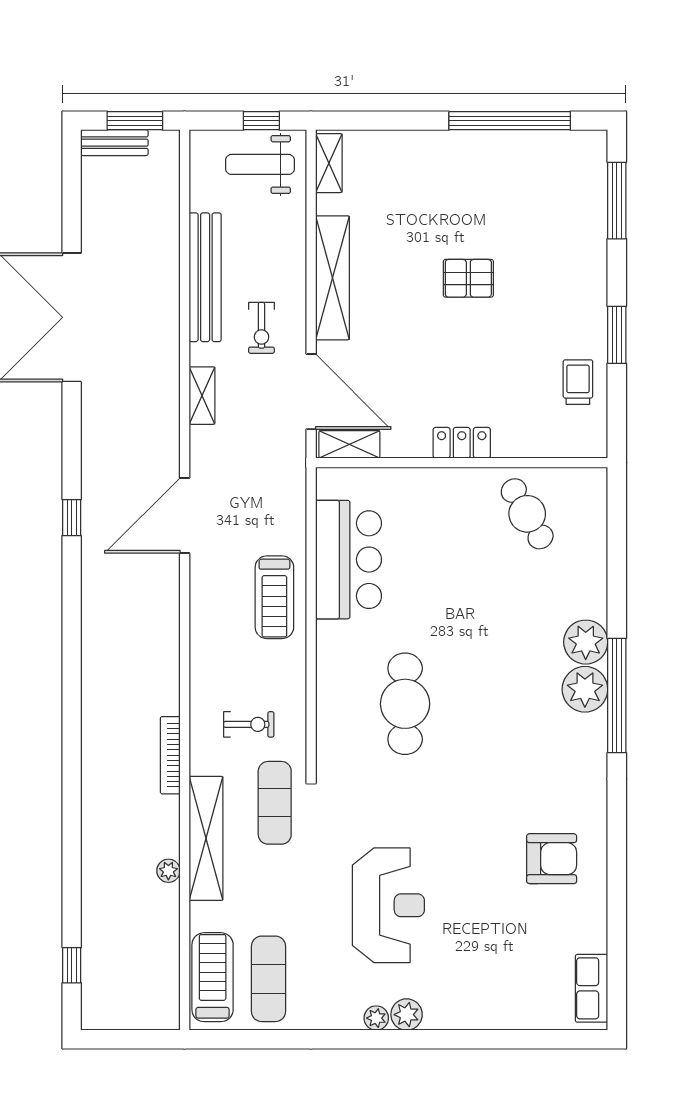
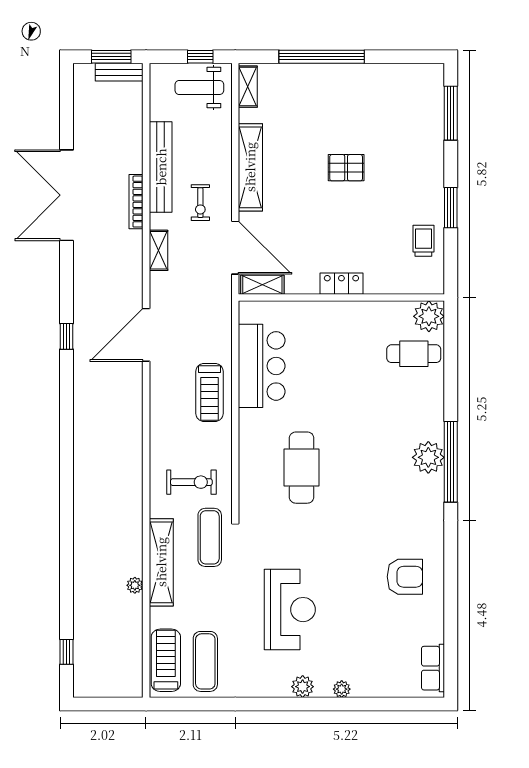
window: (510, 121) -> (322, 57), moved
bench: (114, 143) -> (119, 72), moved
cafe table: (527, 514) -> (414, 354), moved, turned -60
plant: (586, 642) -> (429, 316), moved
exercise bike: (249, 724) -> (191, 482), width x1.38, depth x1.39
bookcase: (170, 755) -> (136, 202), moved
plant: (376, 1018) -> (342, 689), moved

